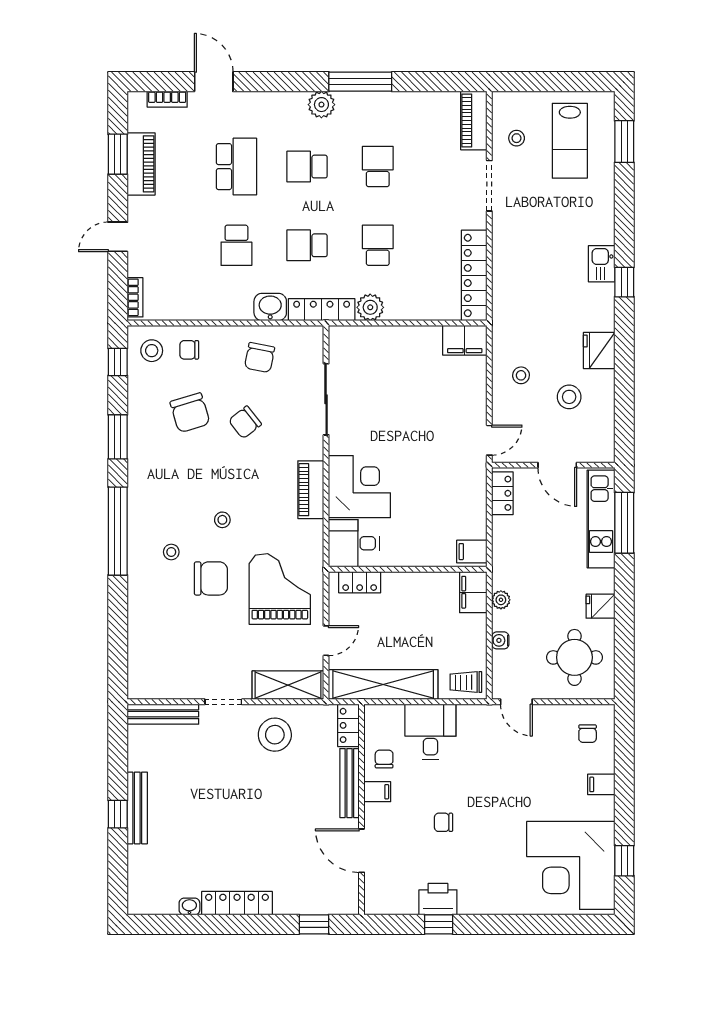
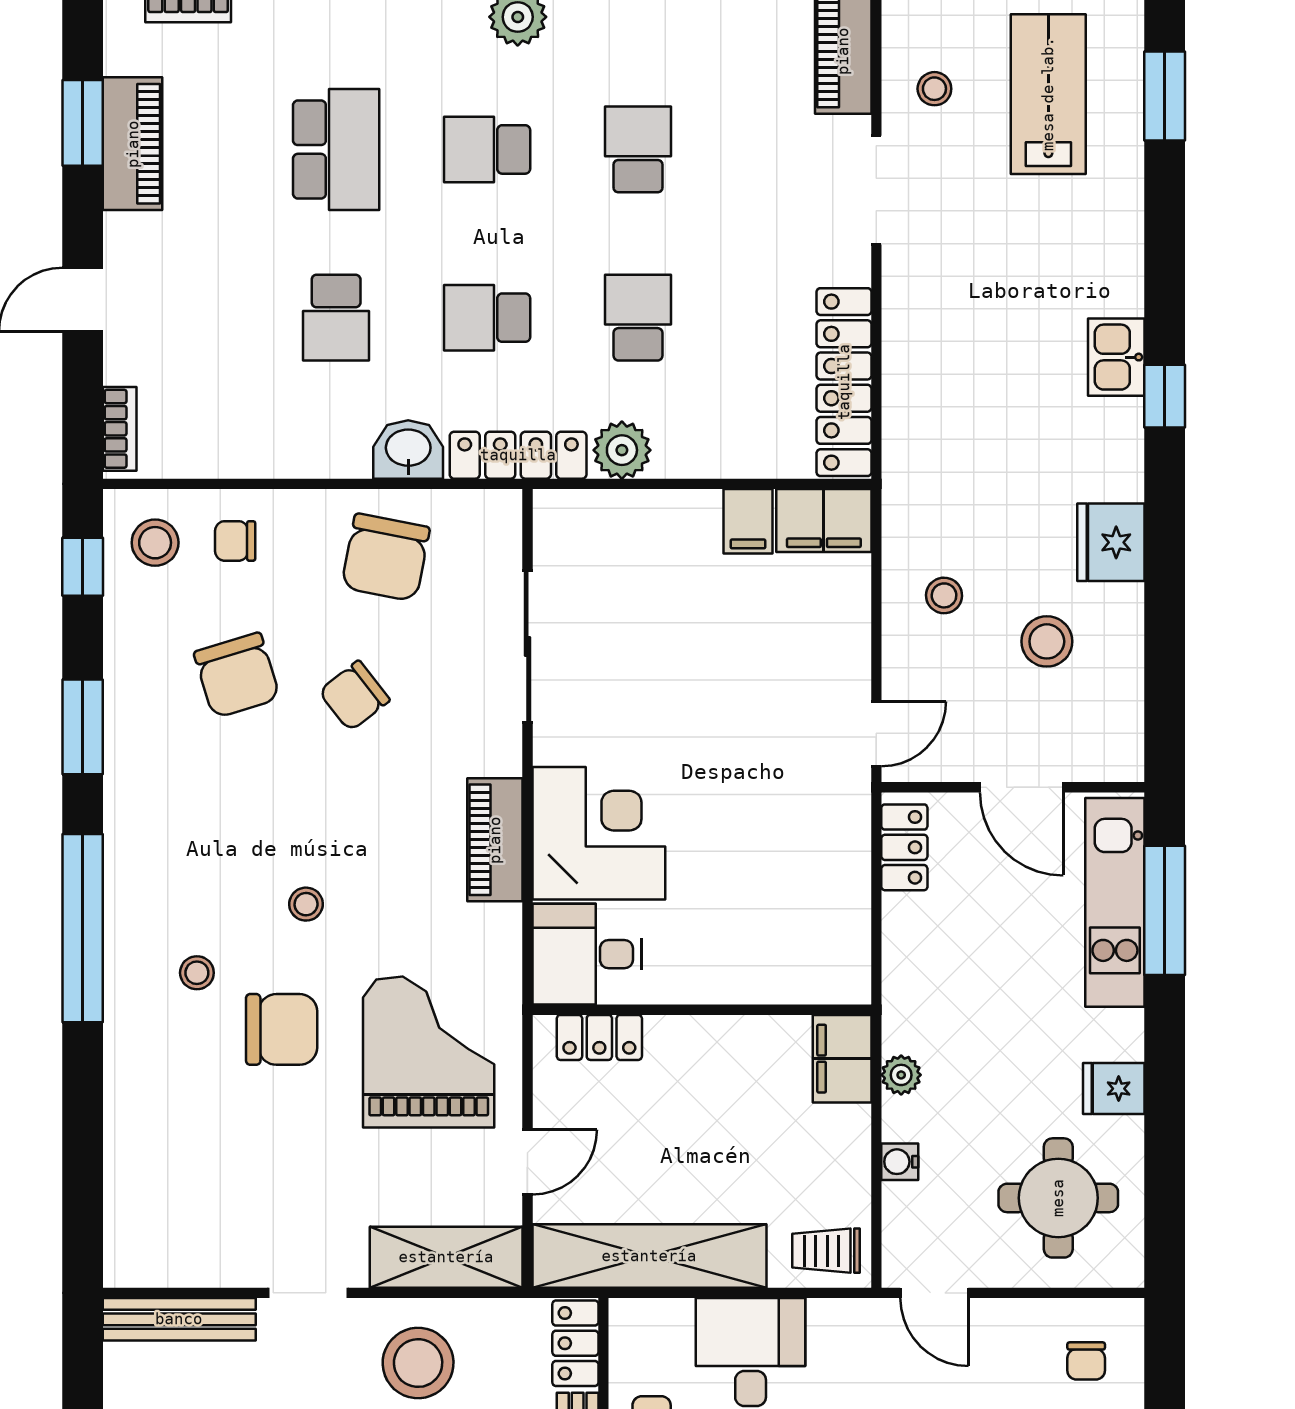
lab bench: (570, 141) -> (1048, 94), turned 180
chair: (260, 358) -> (386, 557), width x1.37, depth x1.37
filing cabinet: (472, 552) -> (748, 521), moved, turned -90

